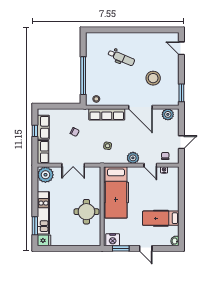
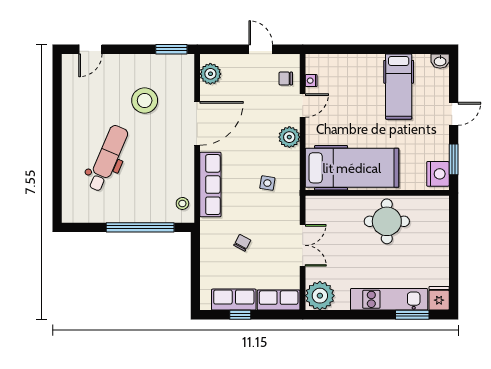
dental chair: (121, 58) -> (108, 158), width x1.36, depth x1.38

